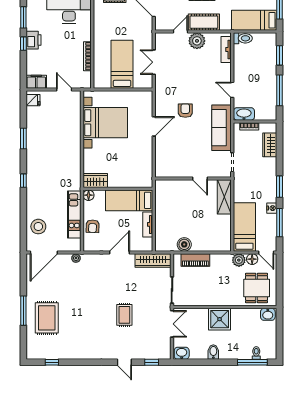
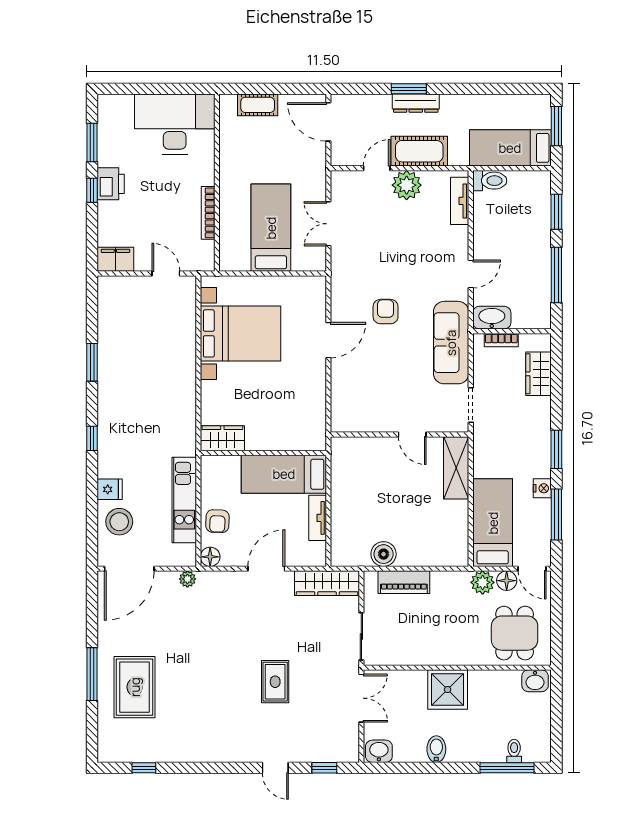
door: (232, 90) -> (471, 274), swing flipped
fridge: (33, 100) -> (110, 489), moved
floor lamp: (89, 195) -> (210, 557), moved

